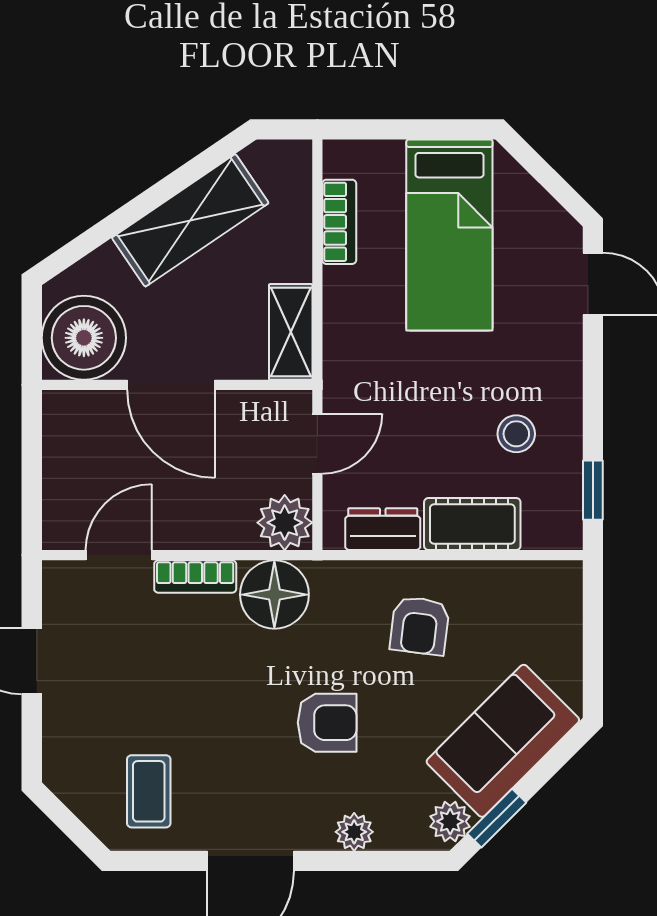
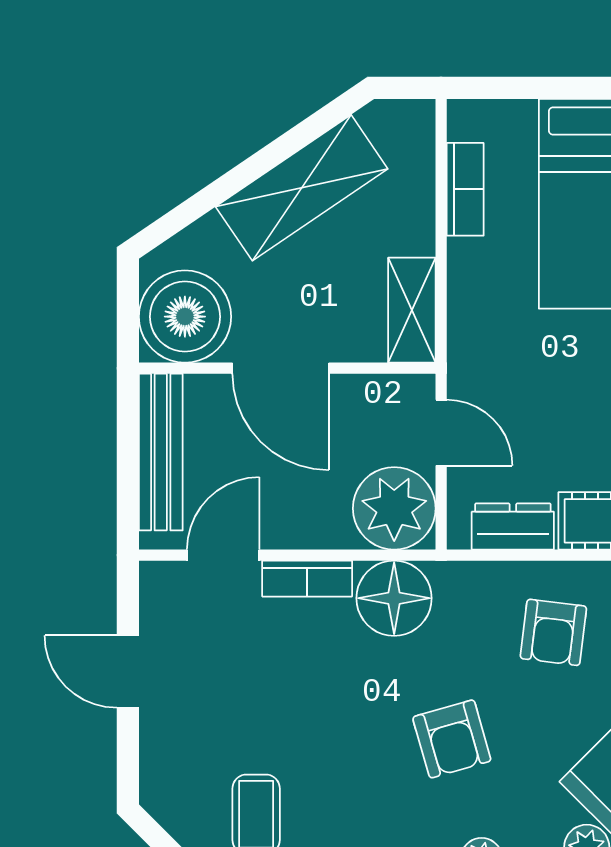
door: (317, 444) -> (441, 433), hinge flipped
bench: (62, 461) -> (161, 452), added
plant: (285, 523) -> (394, 508), width x1.36, depth x1.36
armchair: (327, 723) -> (452, 739), turned 74

